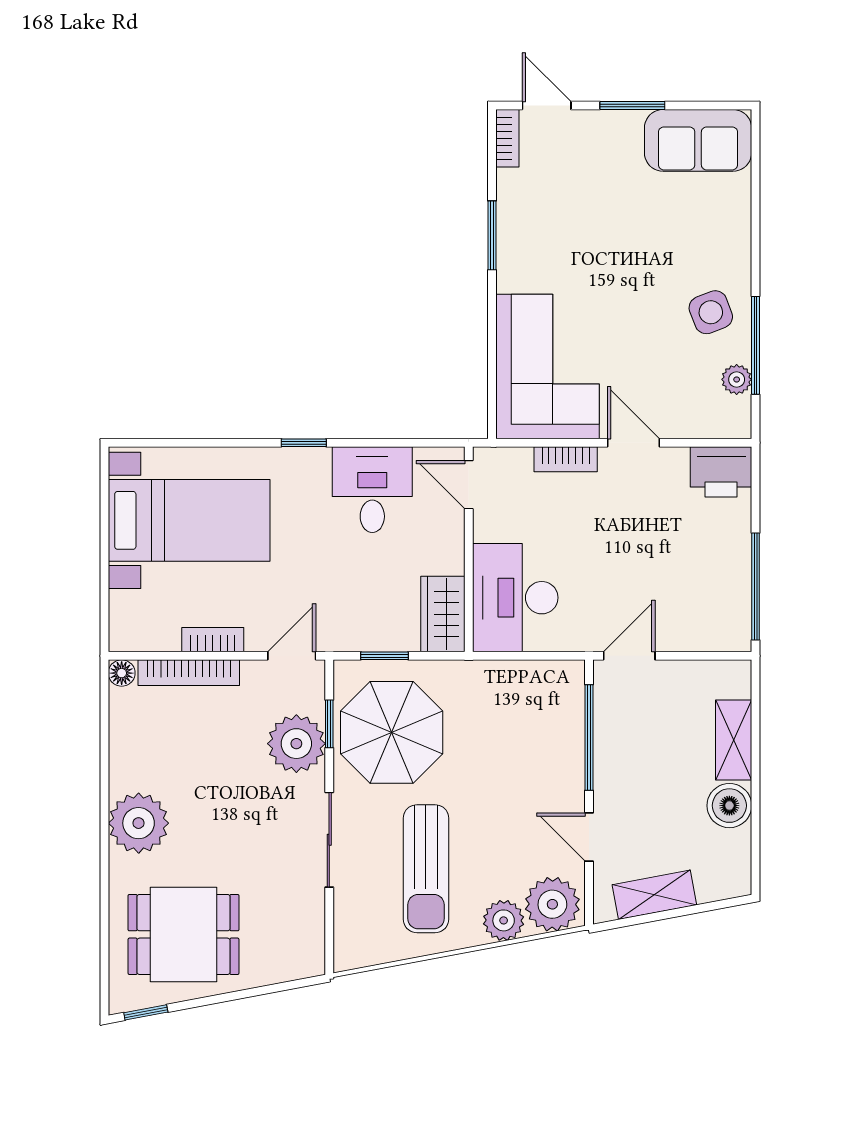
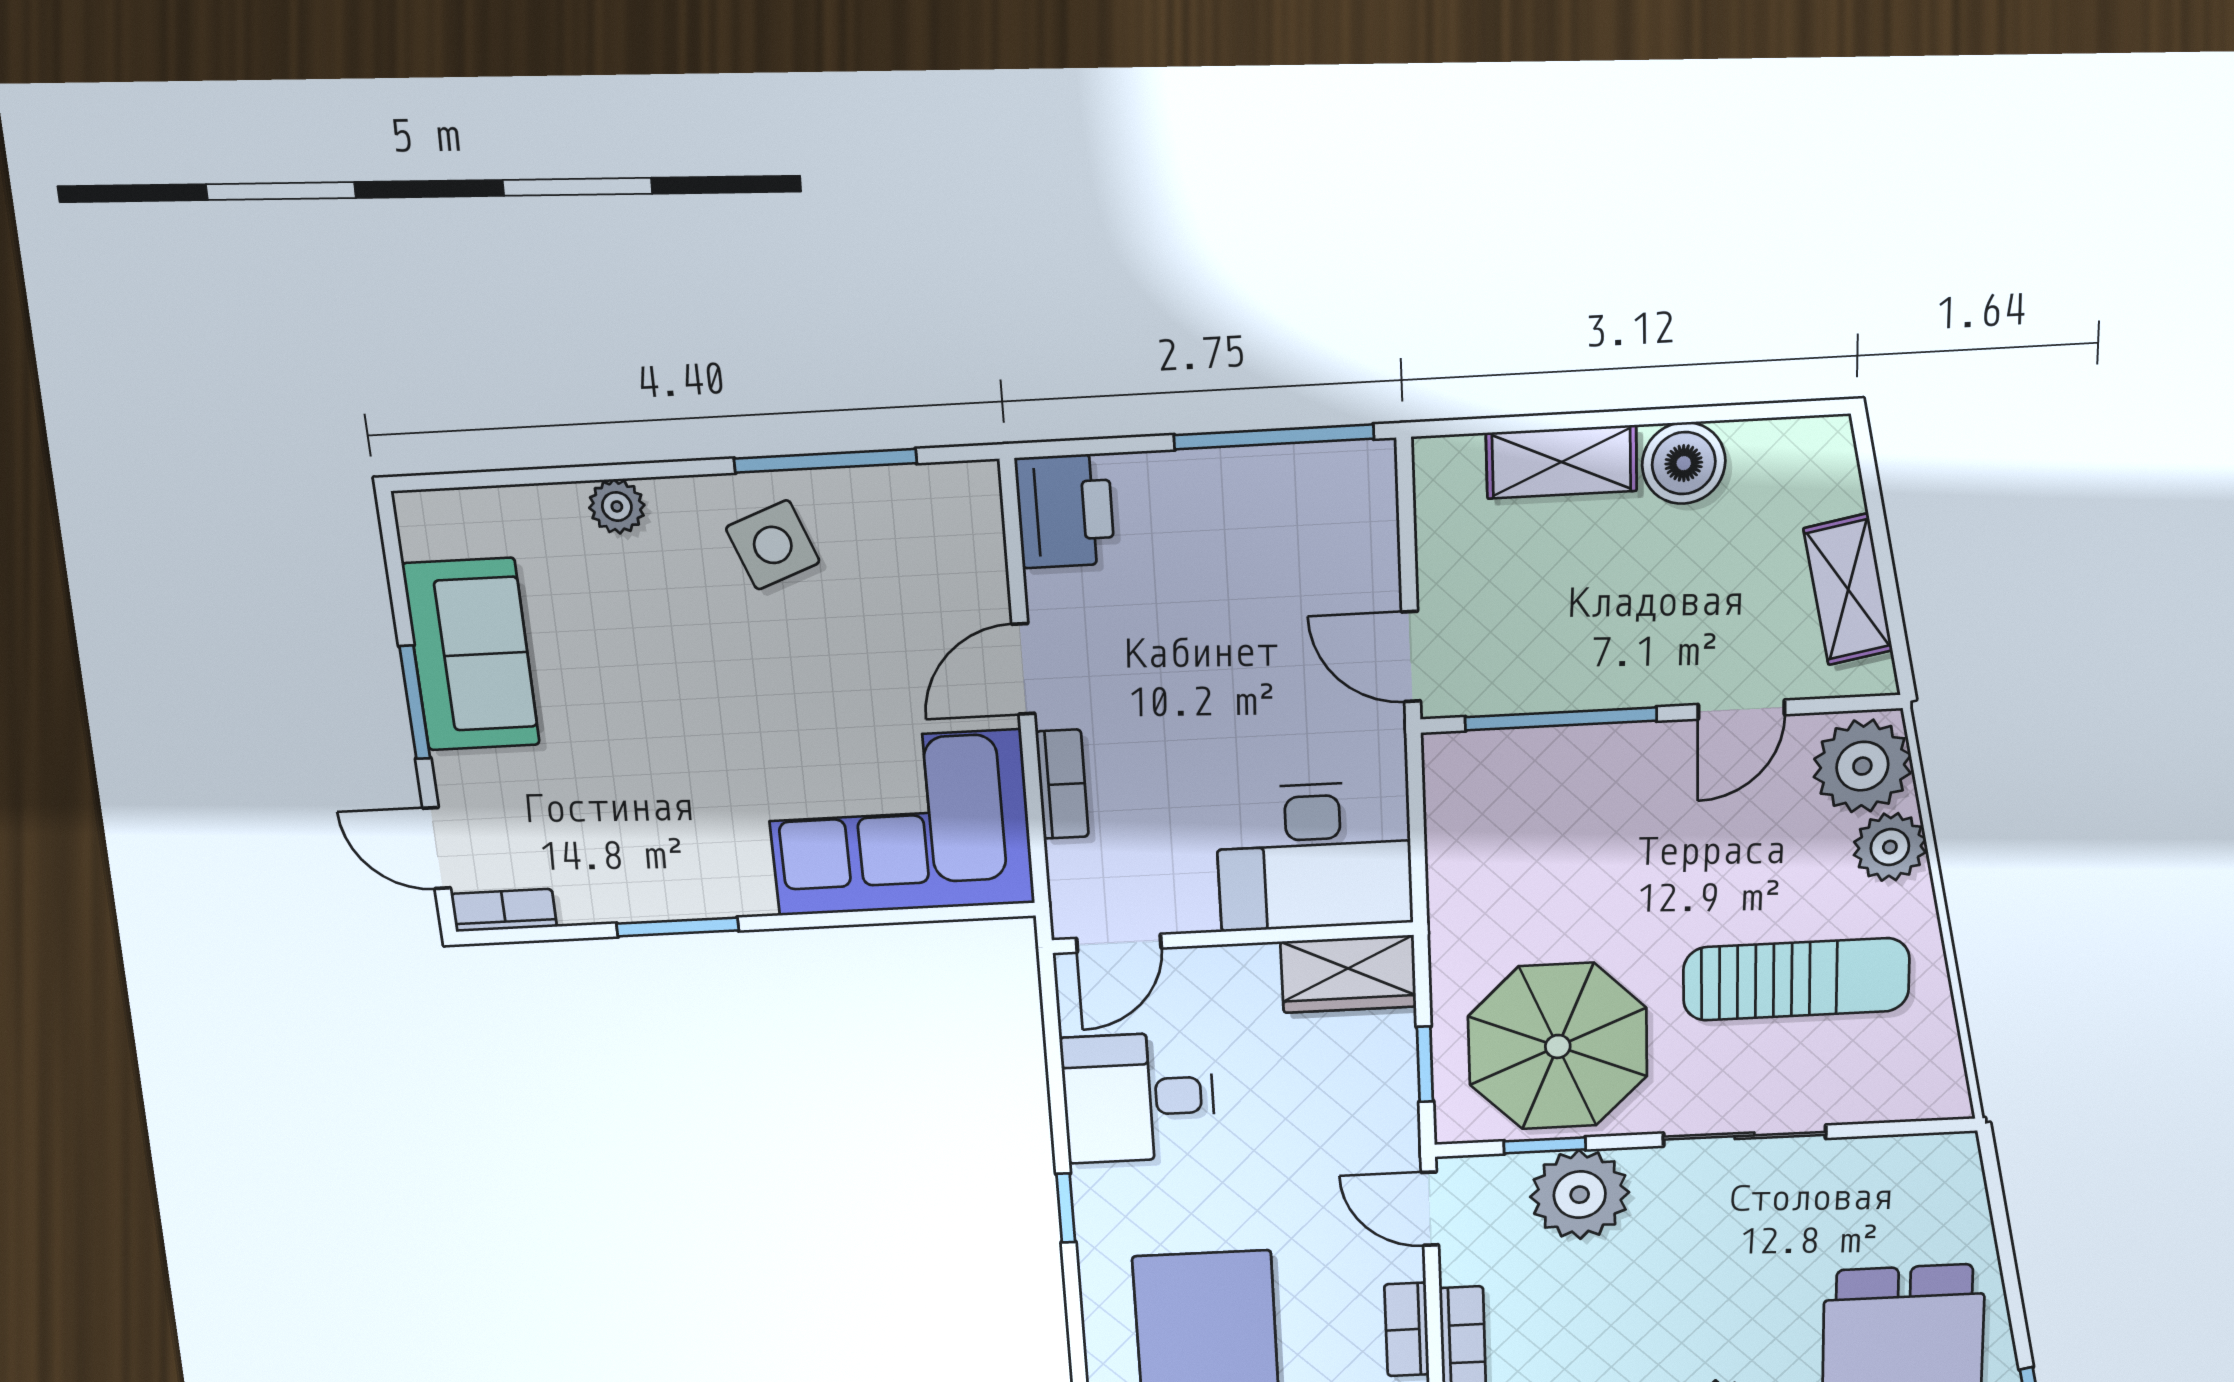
door: (547, 106) -> (437, 848), hinge flipped
sofa: (698, 140) -> (471, 655), moved
plant: (737, 379) -> (617, 506), moved

